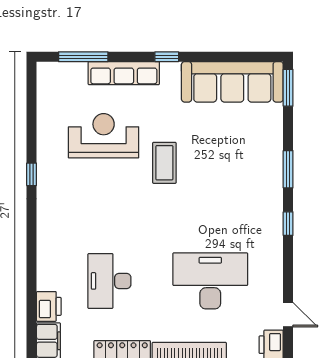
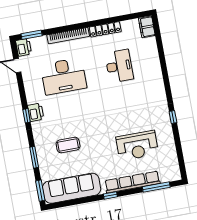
row of seats: (124, 73) -> (132, 182), width x1.36
coffee table: (164, 163) -> (68, 145), moved, turned 90
window: (288, 169) -> (34, 157), moved
printer: (49, 306) -> (36, 112), moved, turned 180

